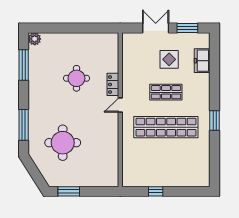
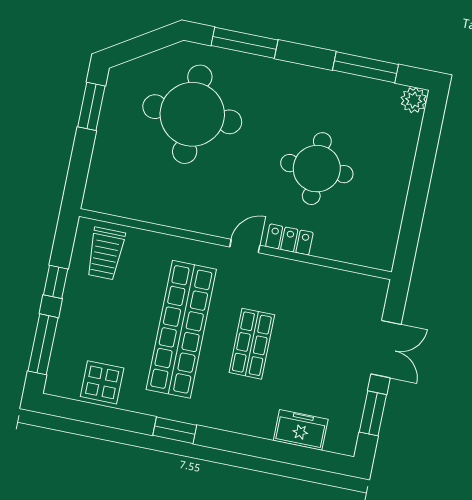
display table: (169, 59) -> (102, 382), moved
round table: (76, 78) -> (317, 169), width x1.36, depth x1.36
door: (120, 105) -> (245, 246), hinge flipped
round table: (63, 143) -> (192, 114), width x1.36, depth x1.36
trolley: (137, 171) -> (105, 253), added
window: (186, 191) -> (43, 344), added

